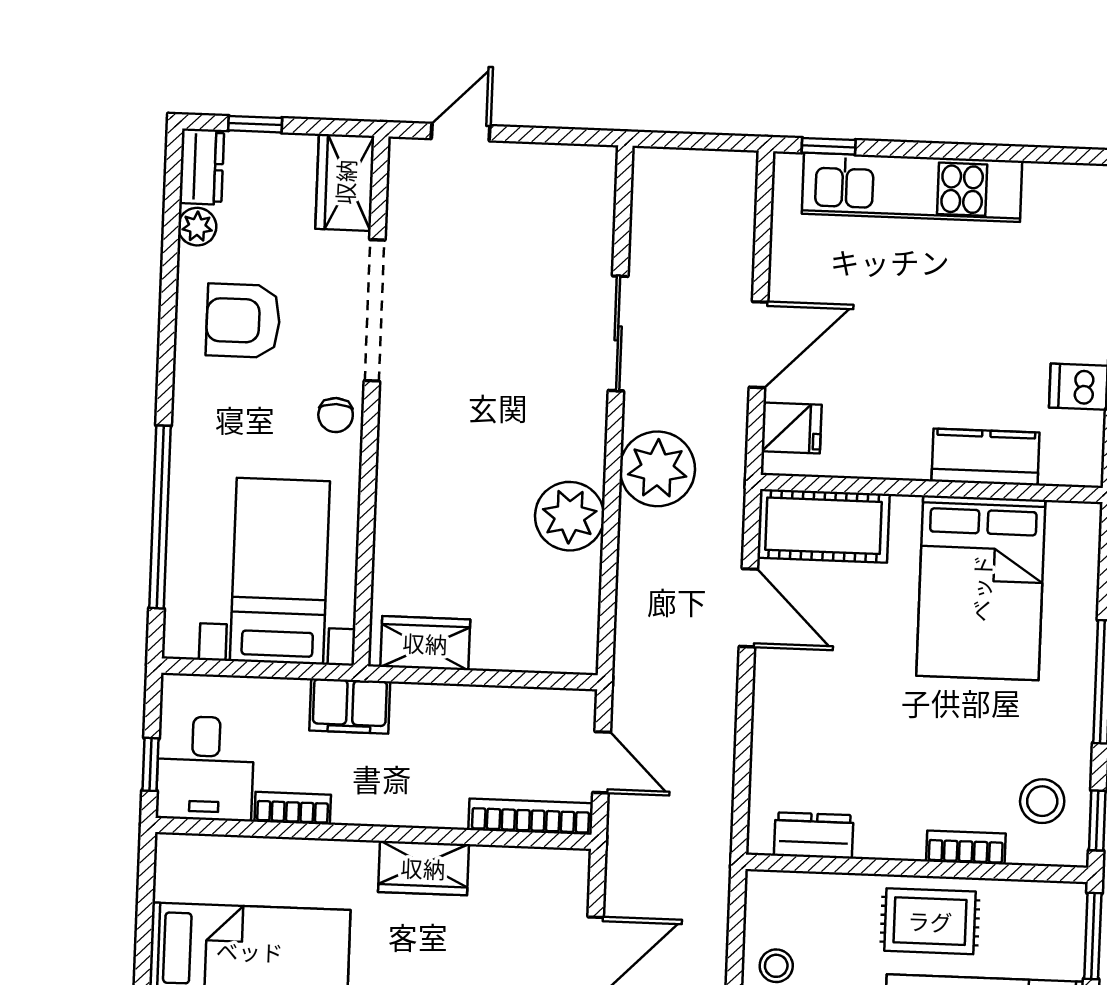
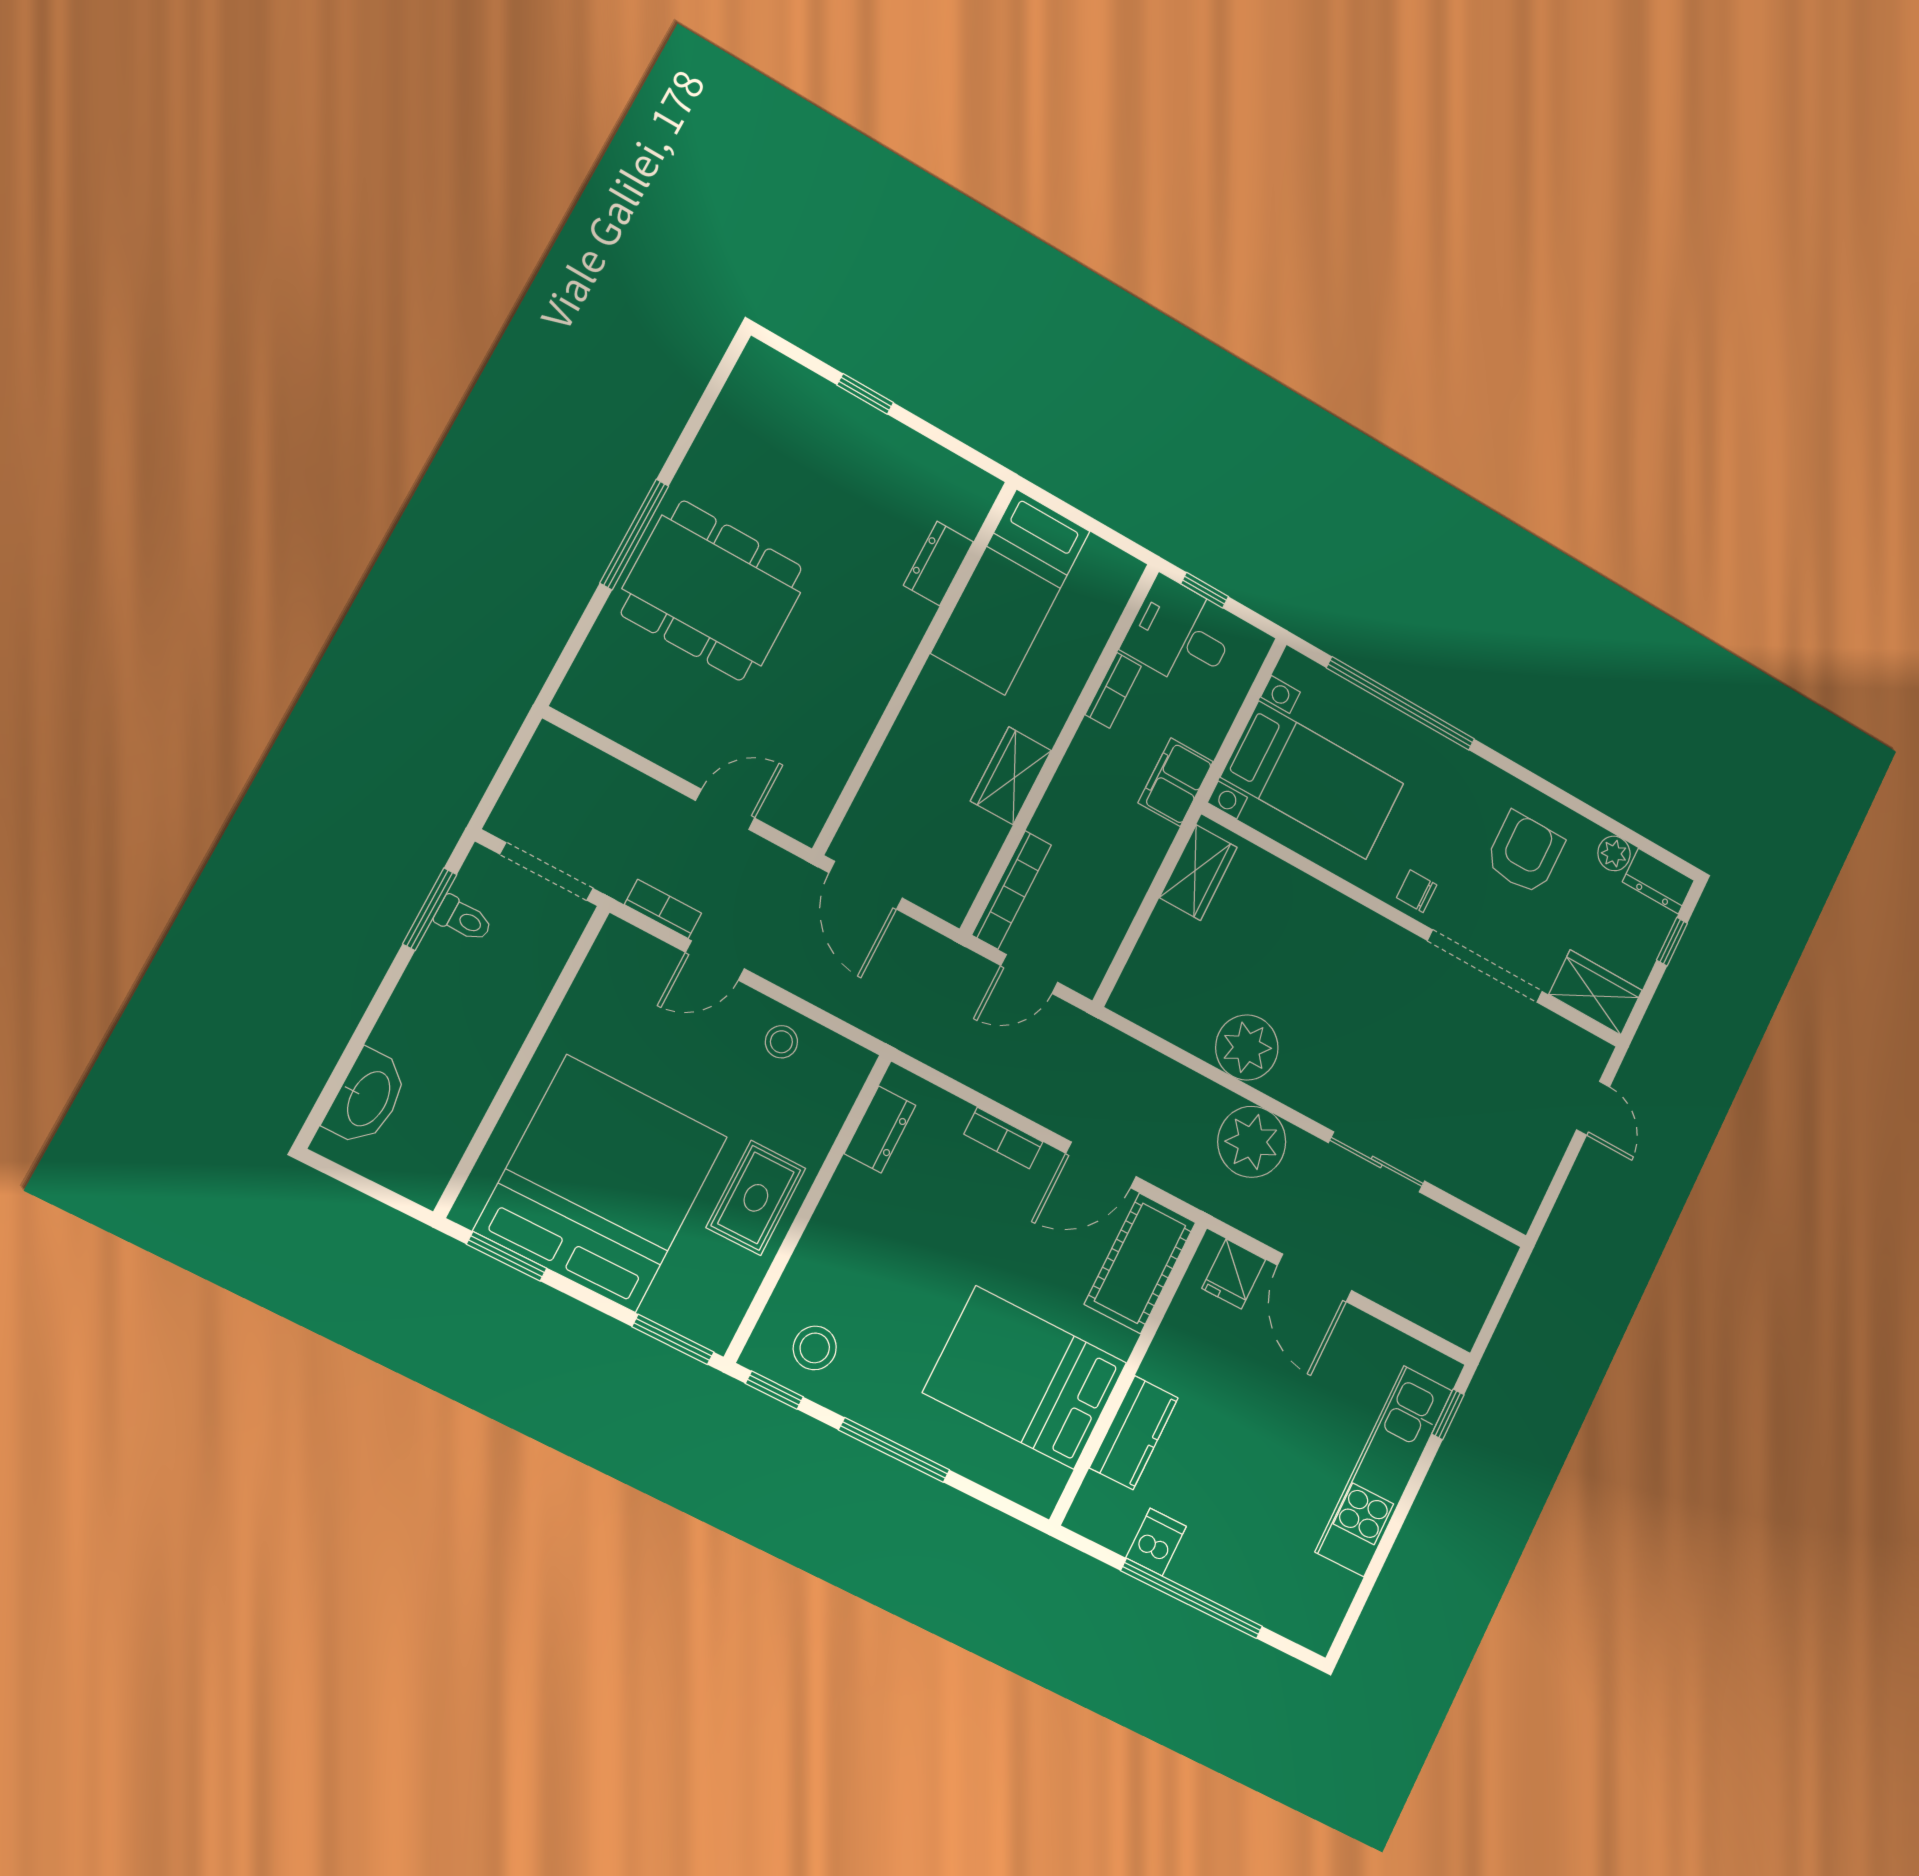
bookcase: (966, 848) -> (1003, 1138), moved, turned 90

